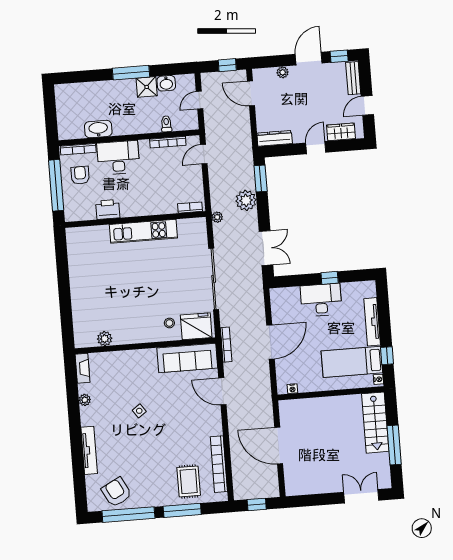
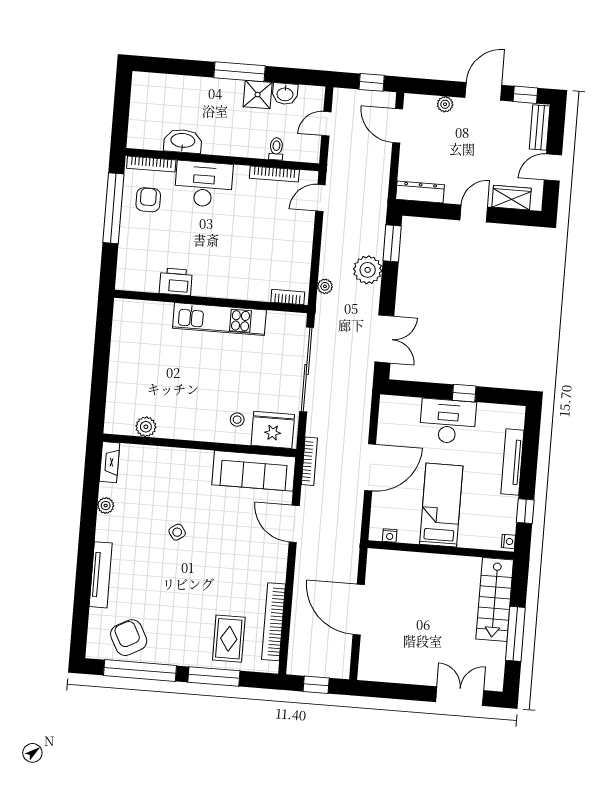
bookcase: (190, 208) -> (288, 297), moved
printer: (108, 209) -> (176, 282), moved
wall: (135, 220) -> (211, 301), moved
kitchen unit: (143, 231) -> (219, 319), moved
bed: (352, 362) -> (441, 505), moved, turned 90

